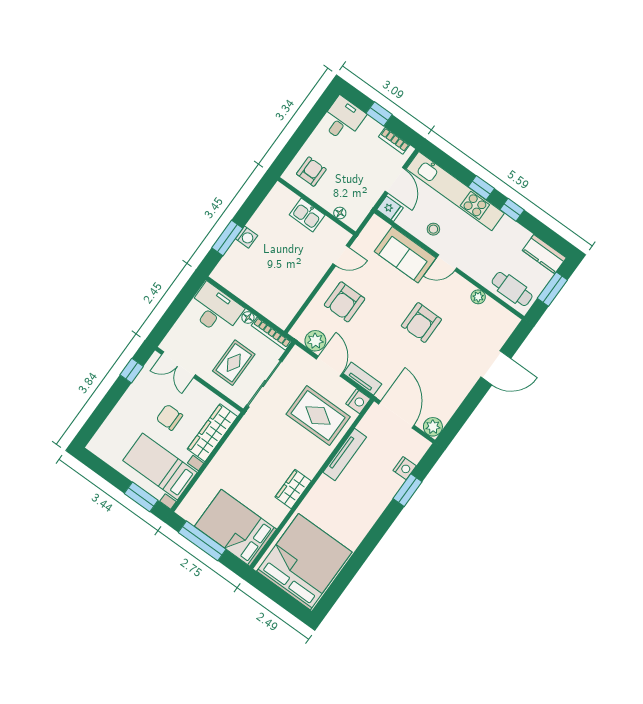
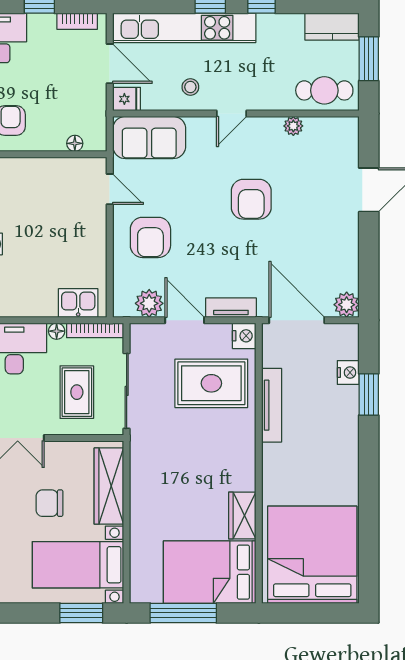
kitchen sink: (307, 215) -> (78, 303), moved, turned 180
door: (341, 255) -> (110, 189), hinge flipped
sofa: (405, 255) -> (149, 138), moved
wardrobe: (293, 489) -> (242, 516), moved

